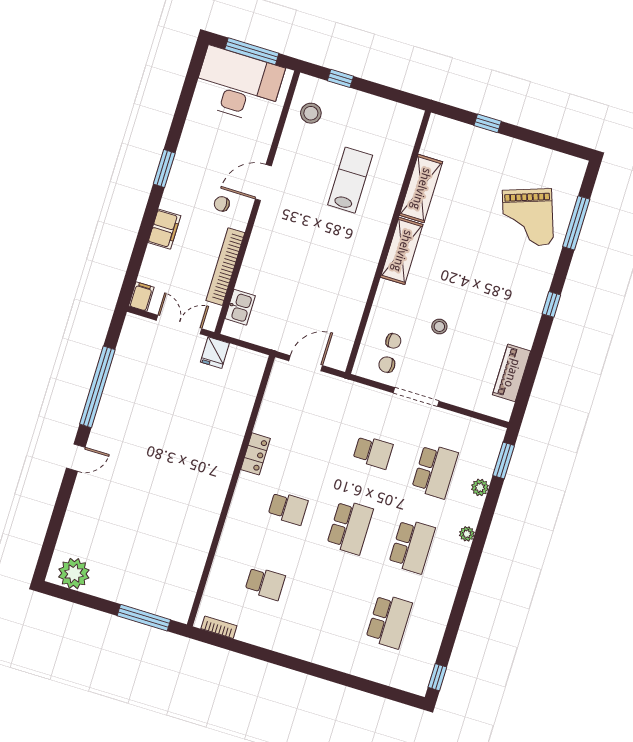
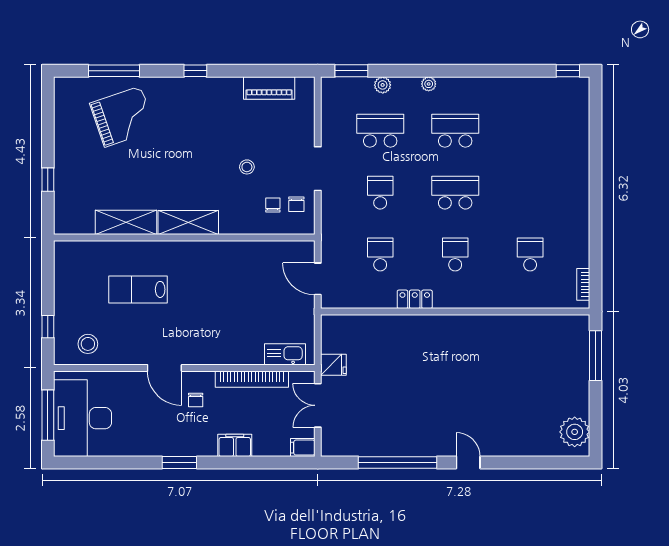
kitchen sink: (240, 307) -> (285, 354), width x1.38
school desk: (389, 621) -> (380, 255), moved, width x0.54

